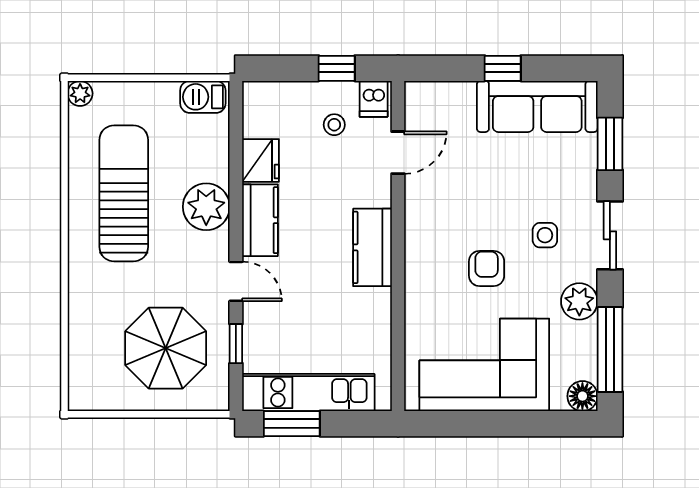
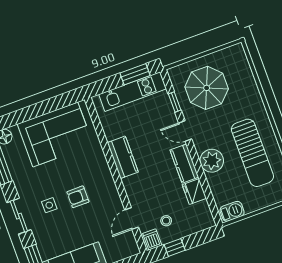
kitchen counter: (372, 247) -> (123, 157), moved
armchair: (487, 268) -> (78, 197), moved, turned 90
plant: (579, 301) -> (22, 180), removed

